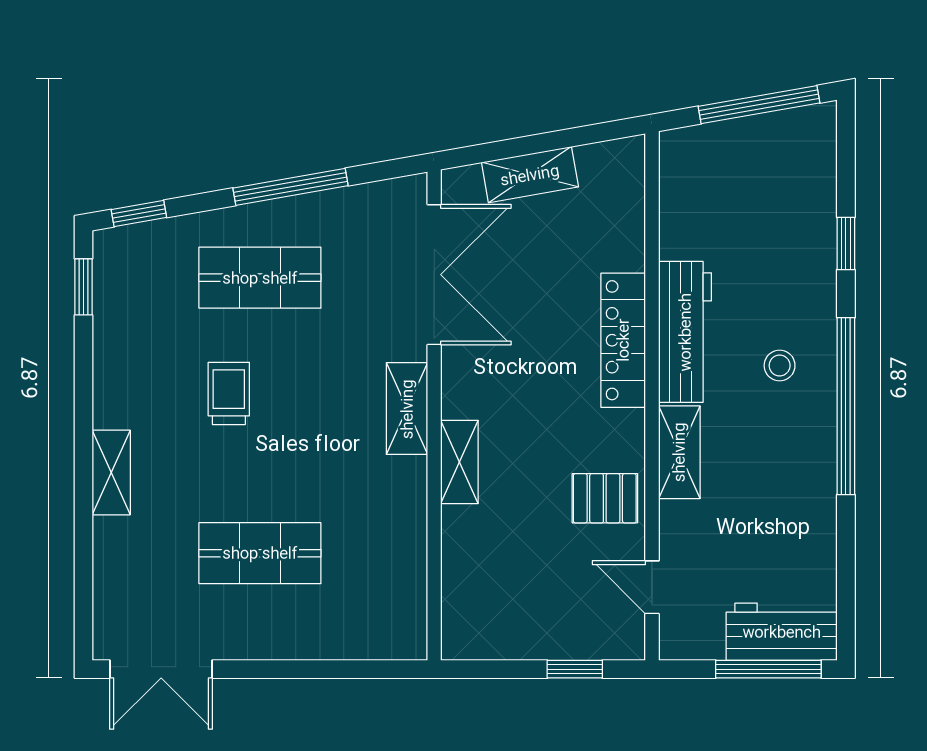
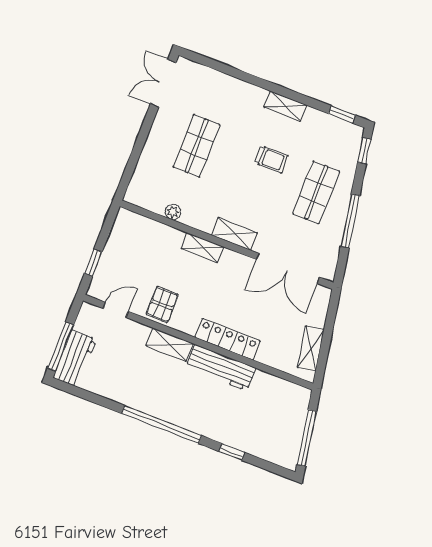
shelving: (530, 175) -> (311, 348), moved
stool: (780, 366) -> (190, 403), removed
shelving: (111, 473) -> (285, 106), moved
plant: (411, 549) -> (173, 212), added

